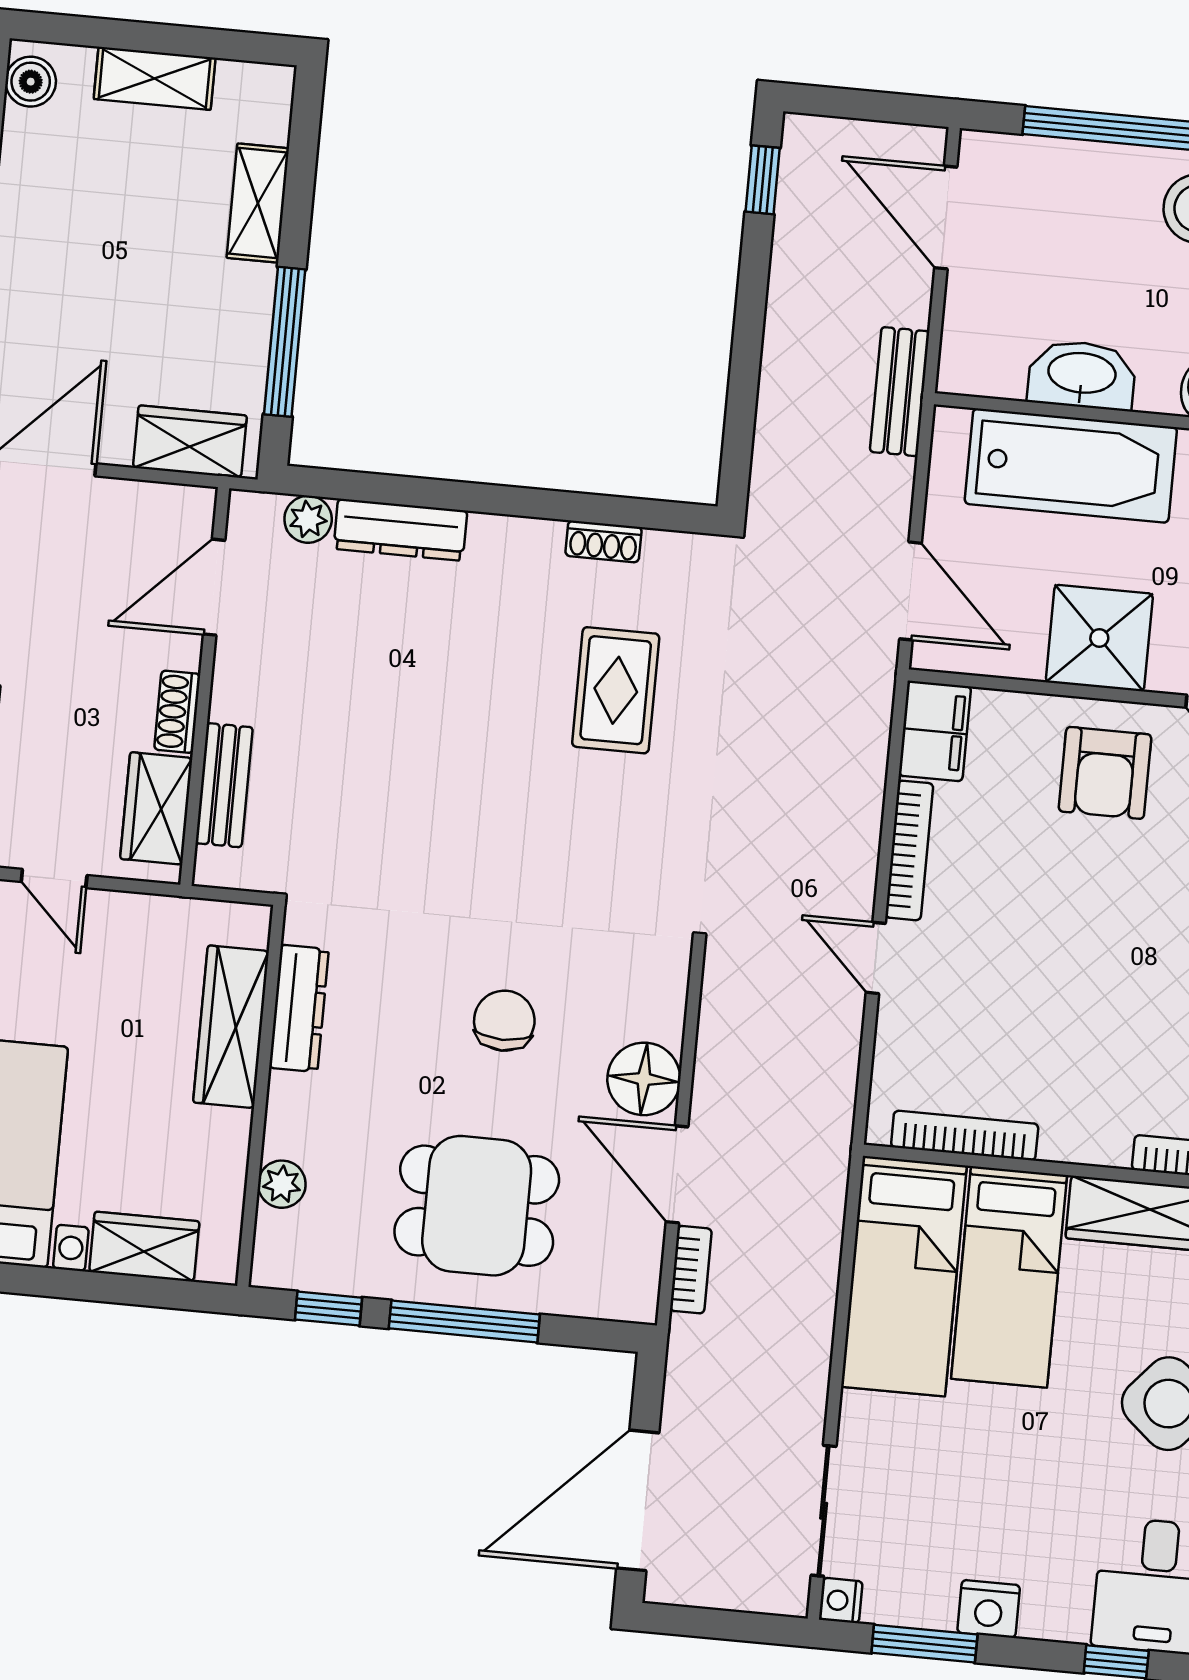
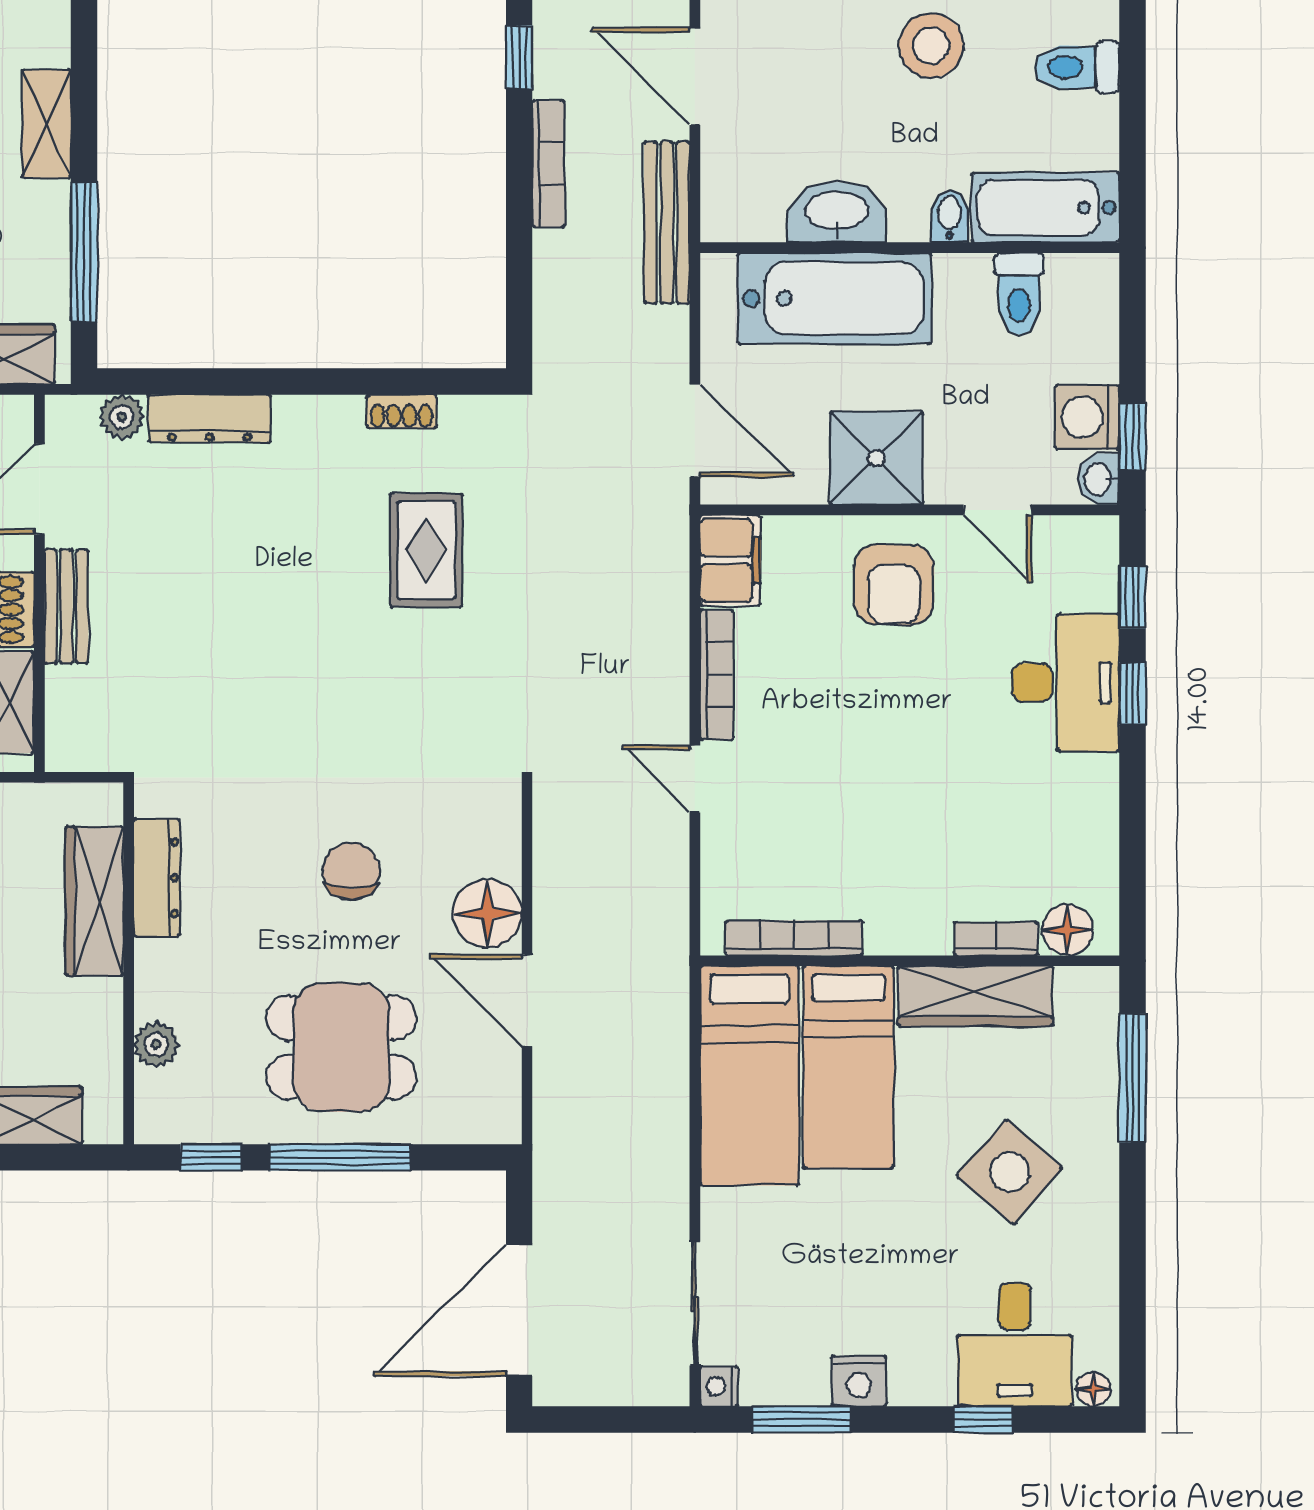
bench: (900, 392) -> (667, 222), width x1.36
bench: (224, 785) -> (66, 606), moved
bookcase: (691, 1270) -> (548, 164), moved, width x1.56

